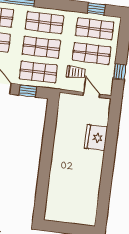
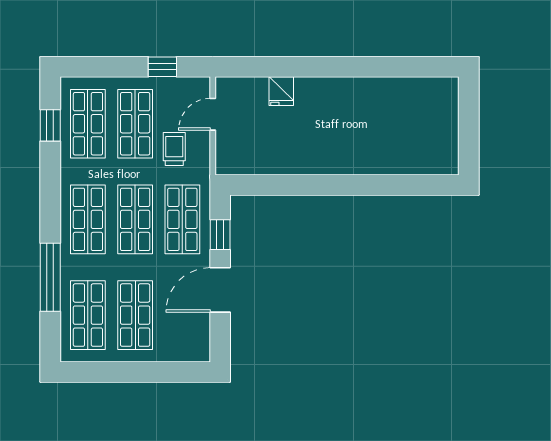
fridge: (96, 138) -> (281, 91), width x0.53, depth x0.75

